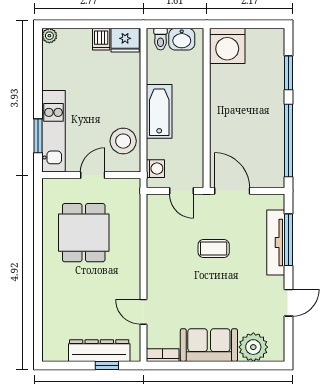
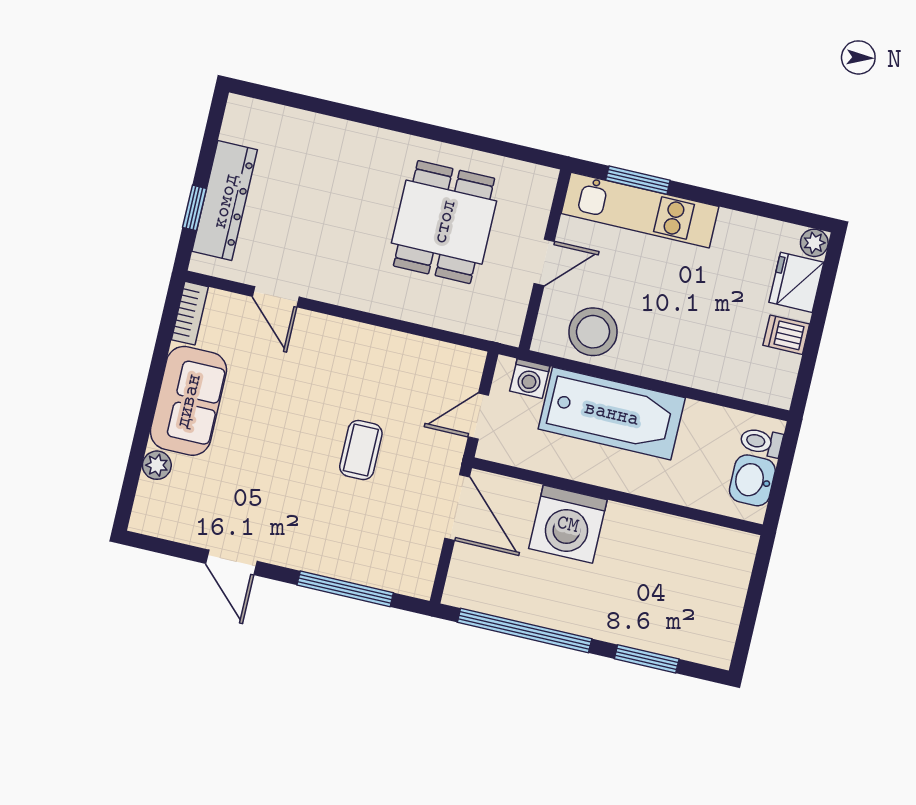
fridge: (125, 40) -> (796, 282), moved
washing machine: (227, 46) -> (568, 524), moved, turned -90
bathtub: (159, 111) -> (612, 413), width x1.36, depth x1.36
door: (93, 175) -> (544, 262), hinge flipped
door: (232, 191) -> (457, 508), hinge flipped
dining table: (84, 233) -> (444, 222), turned 90
tv unit: (276, 242) -> (346, 565), removed
door: (144, 312) -> (276, 297), swing flipped
plant: (253, 347) -> (157, 465), width x0.53, depth x0.53

